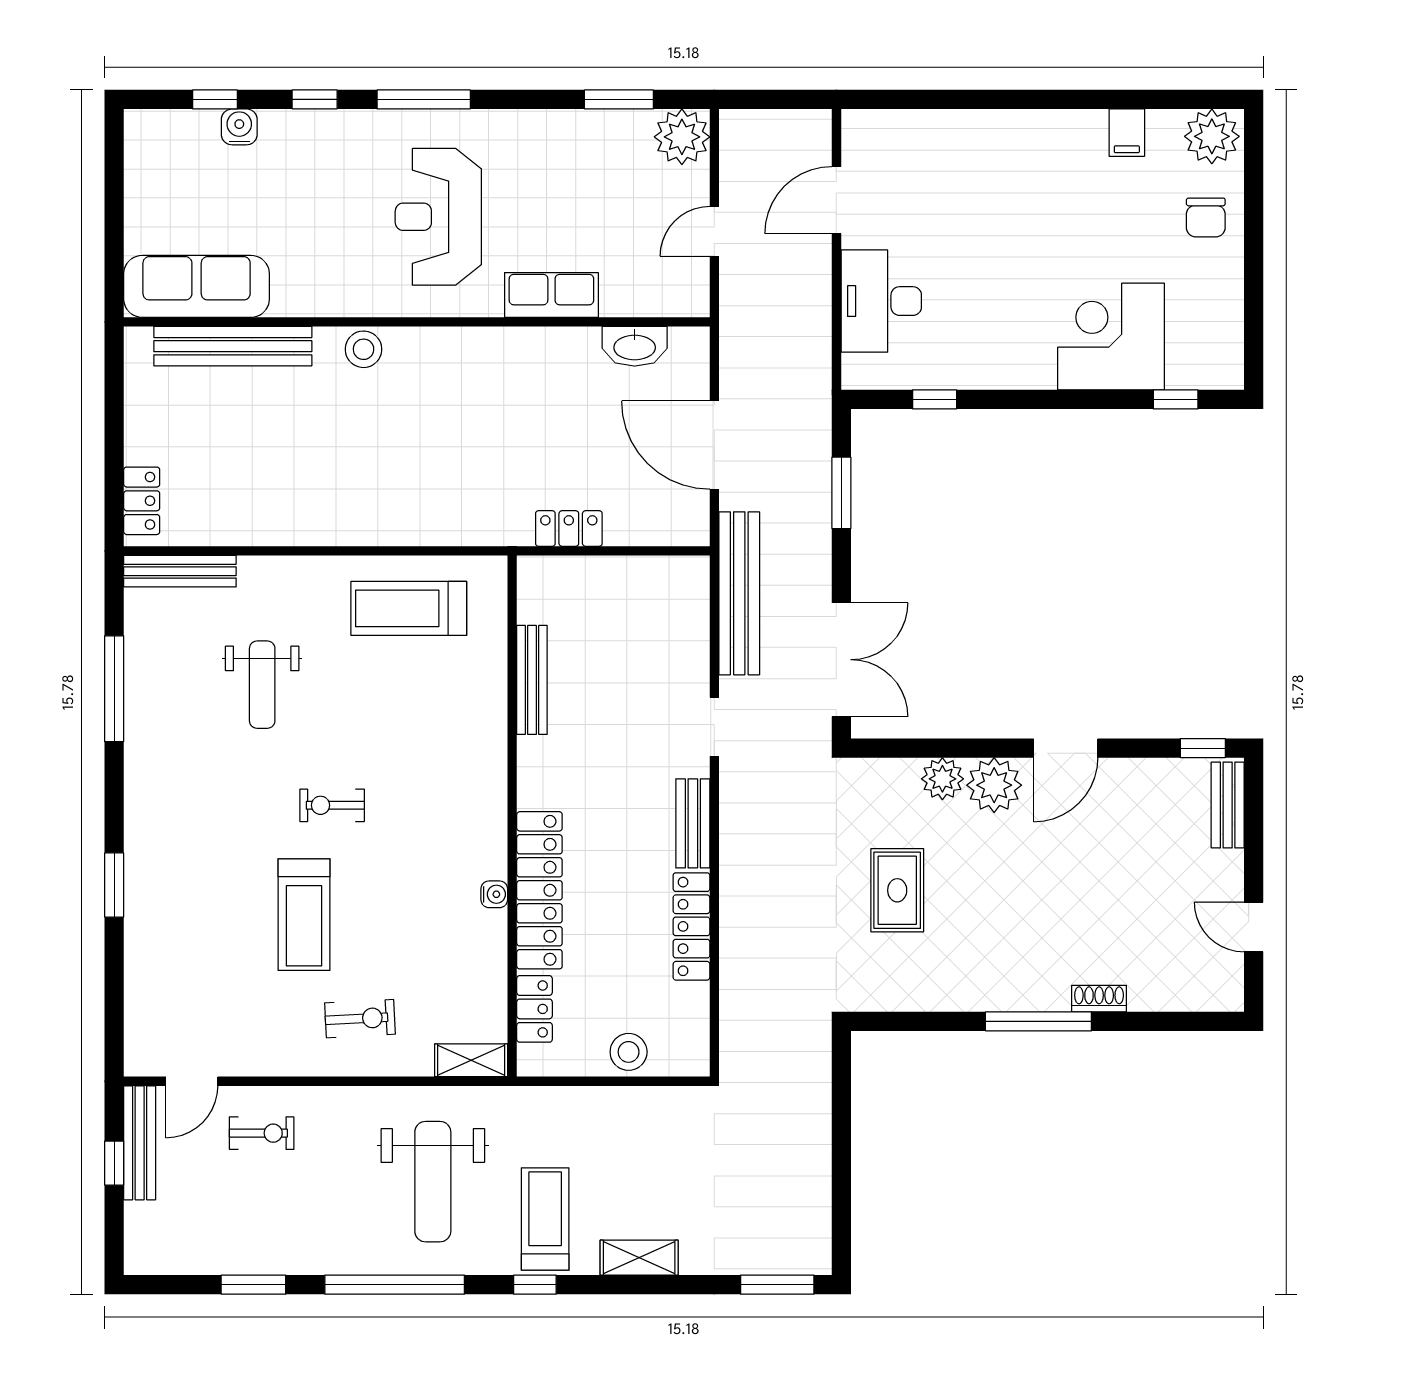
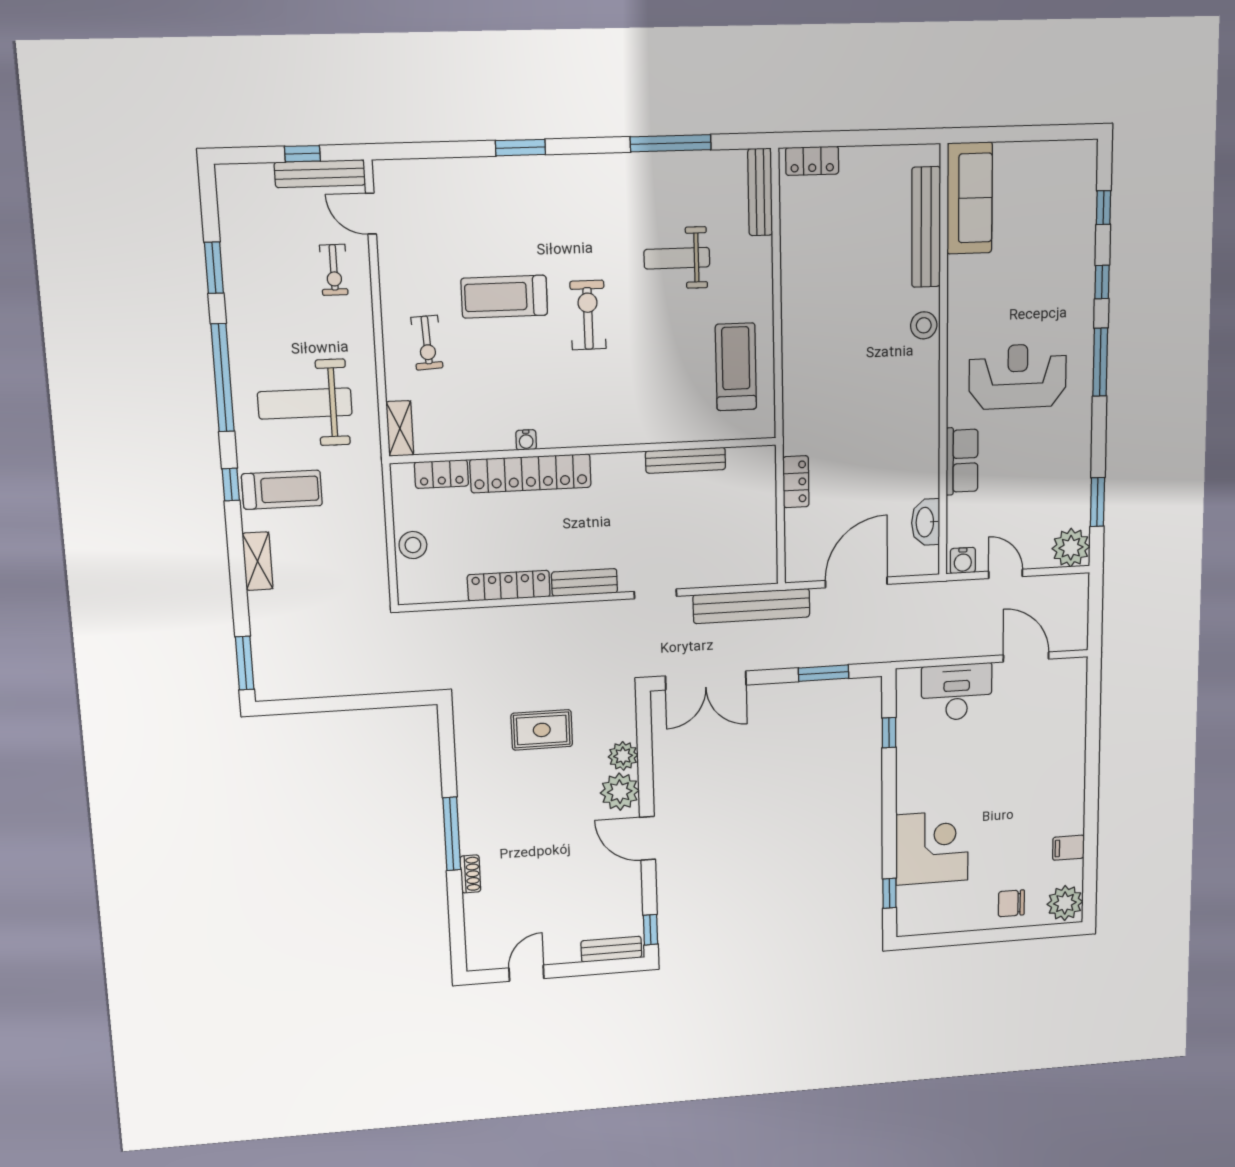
water cooler: (239, 127) -> (963, 561), moved, turned 90
exercise bike: (332, 805) -> (588, 315), width x1.38, depth x1.39

